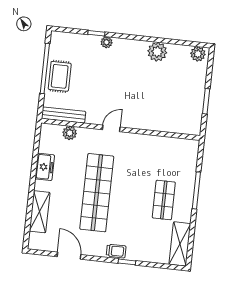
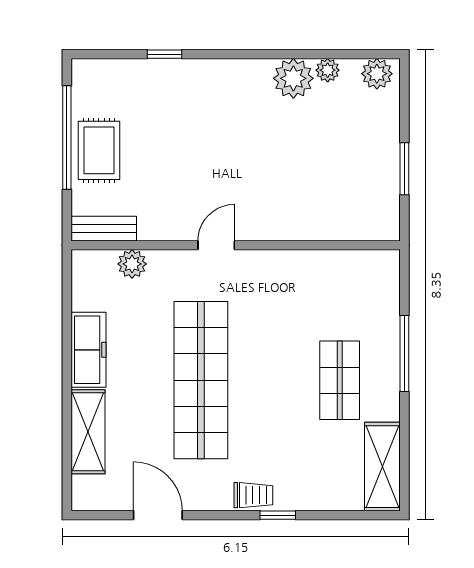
plant: (107, 42) -> (328, 70), moved
bench: (64, 115) -> (104, 229), width x0.73
freezer: (45, 167) -> (89, 350), width x1.40

